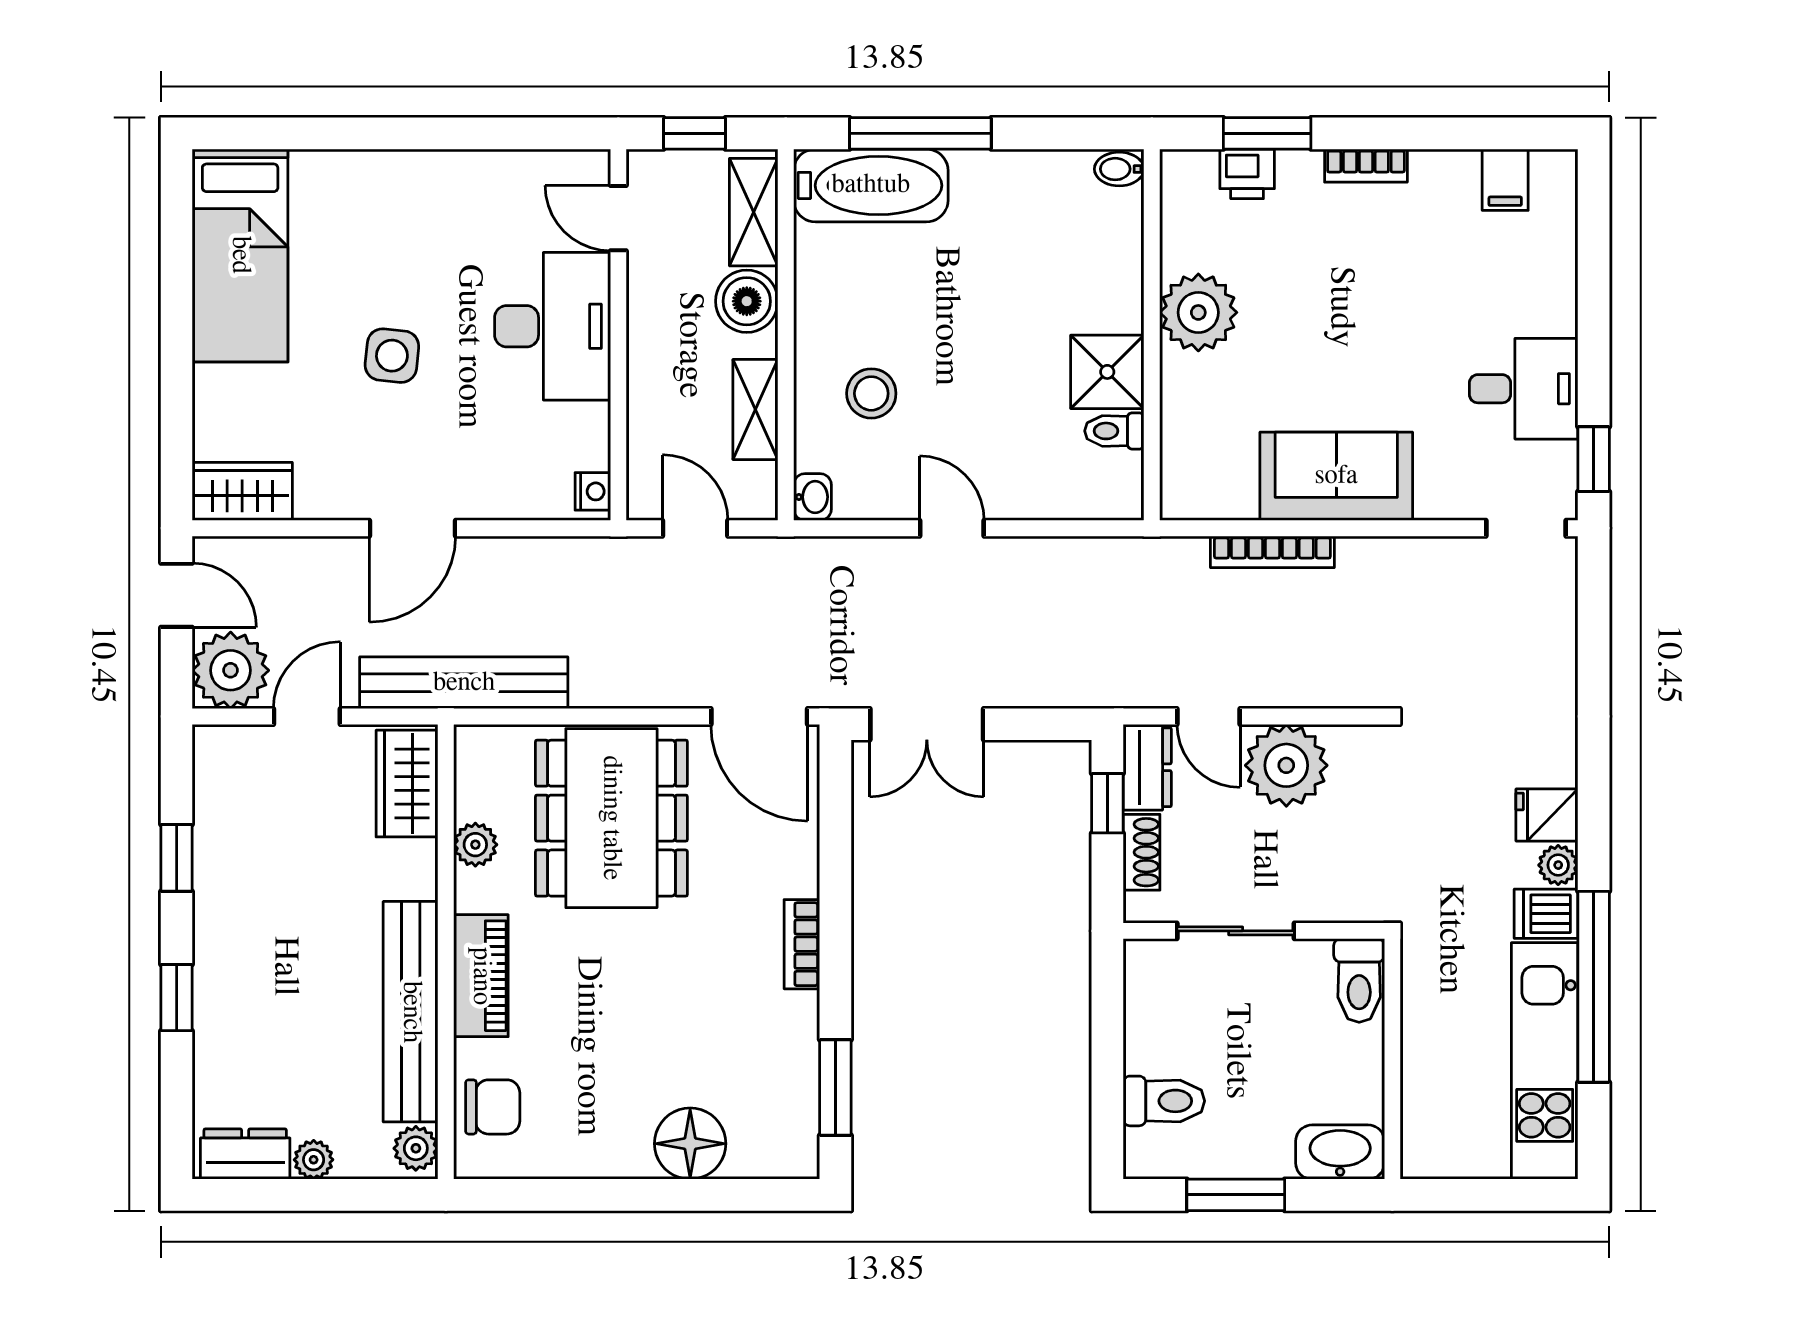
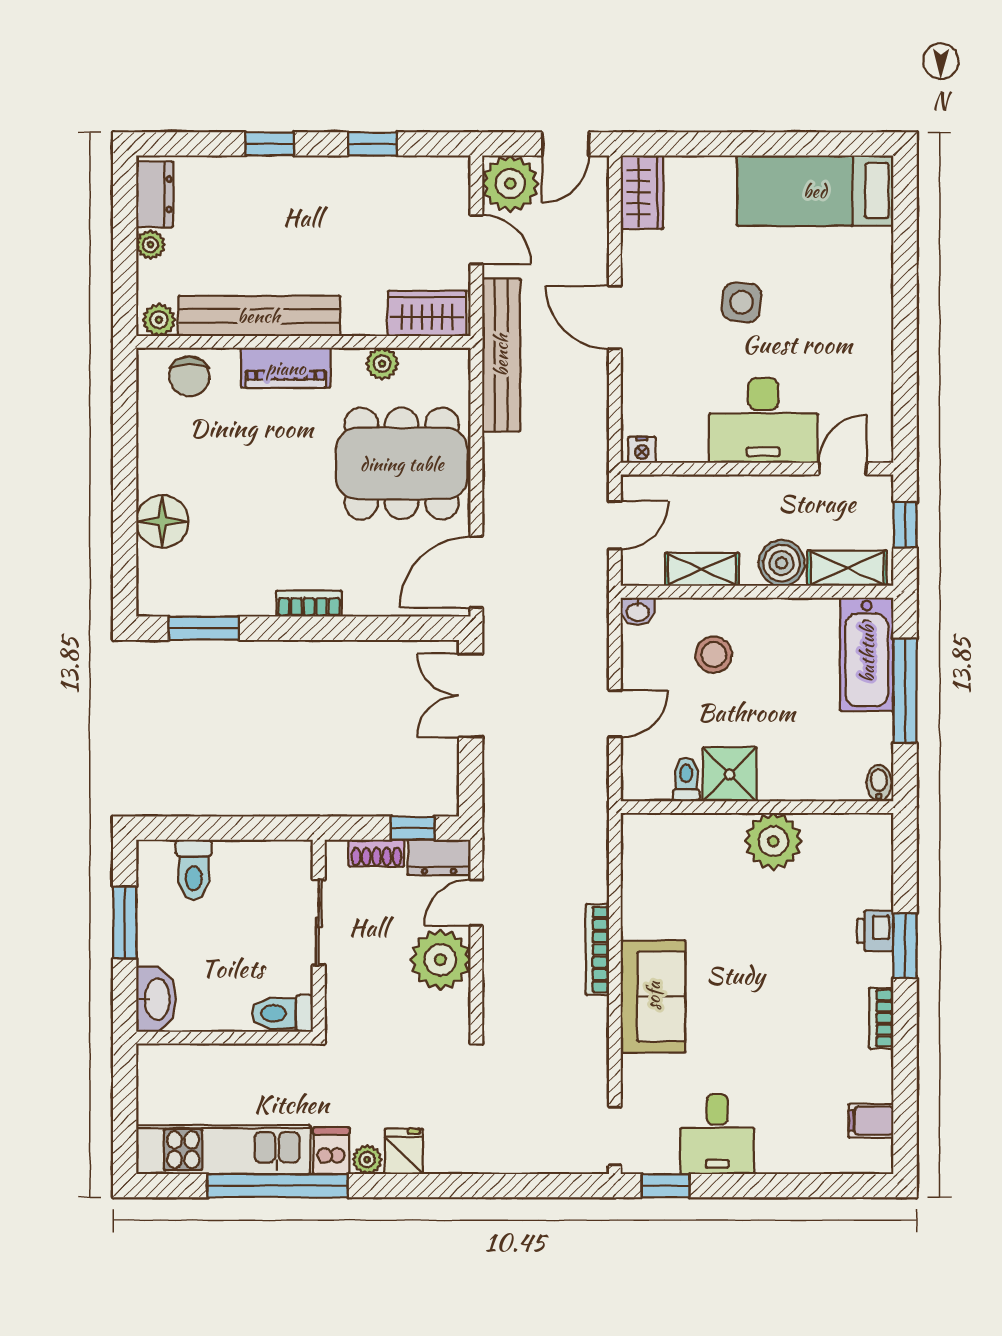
bidet: (1119, 169) -> (879, 783), moved
plant: (1198, 312) -> (773, 841), moved
wall: (1152, 335) -> (757, 807), moved
shower: (1107, 372) -> (730, 774), moved
toilet: (1114, 431) -> (686, 779), moved

